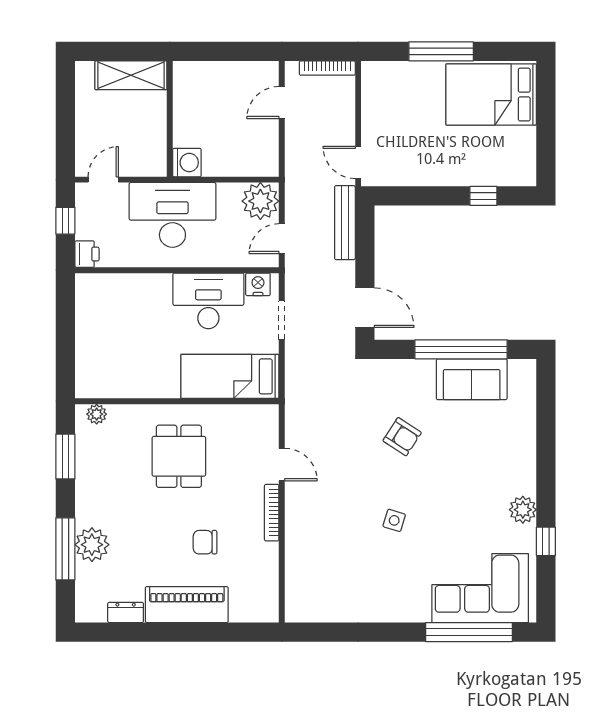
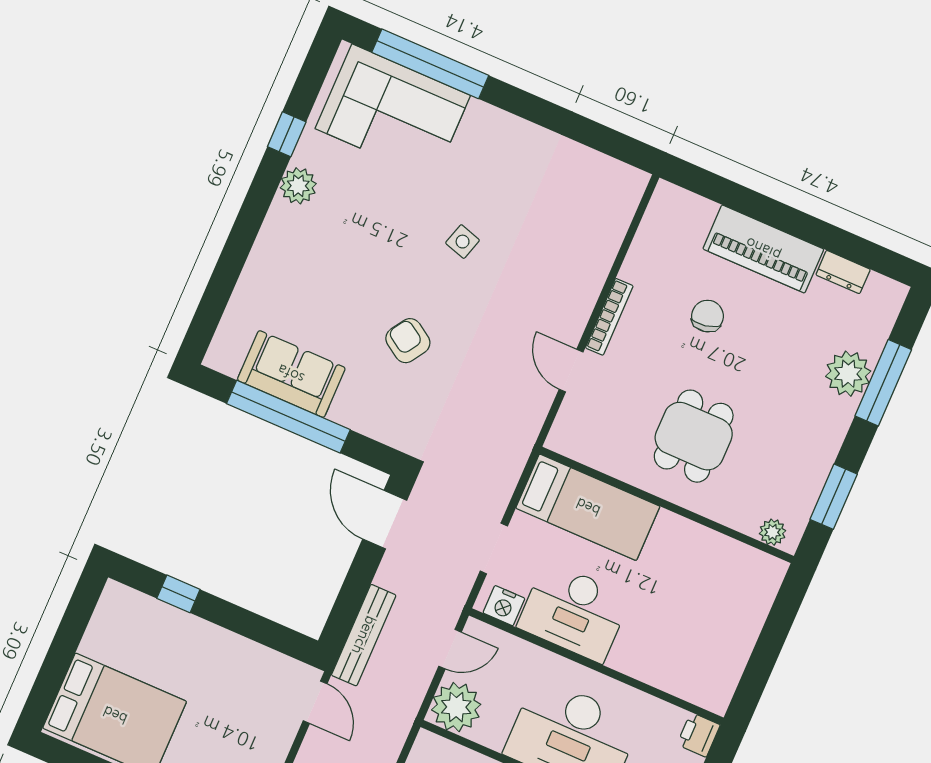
chair: (205, 542) -> (707, 316), turned -100

